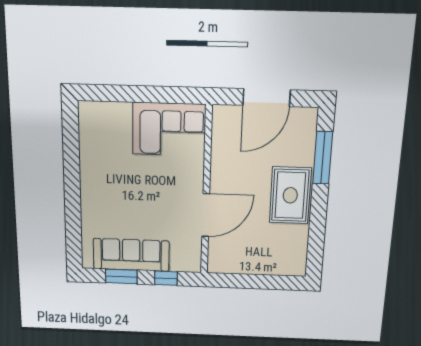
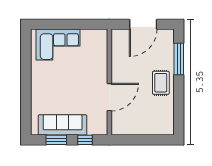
corner sofa: (169, 129) -> (58, 45), moved
rug: (290, 195) -> (161, 83), width x0.73, depth x0.70

